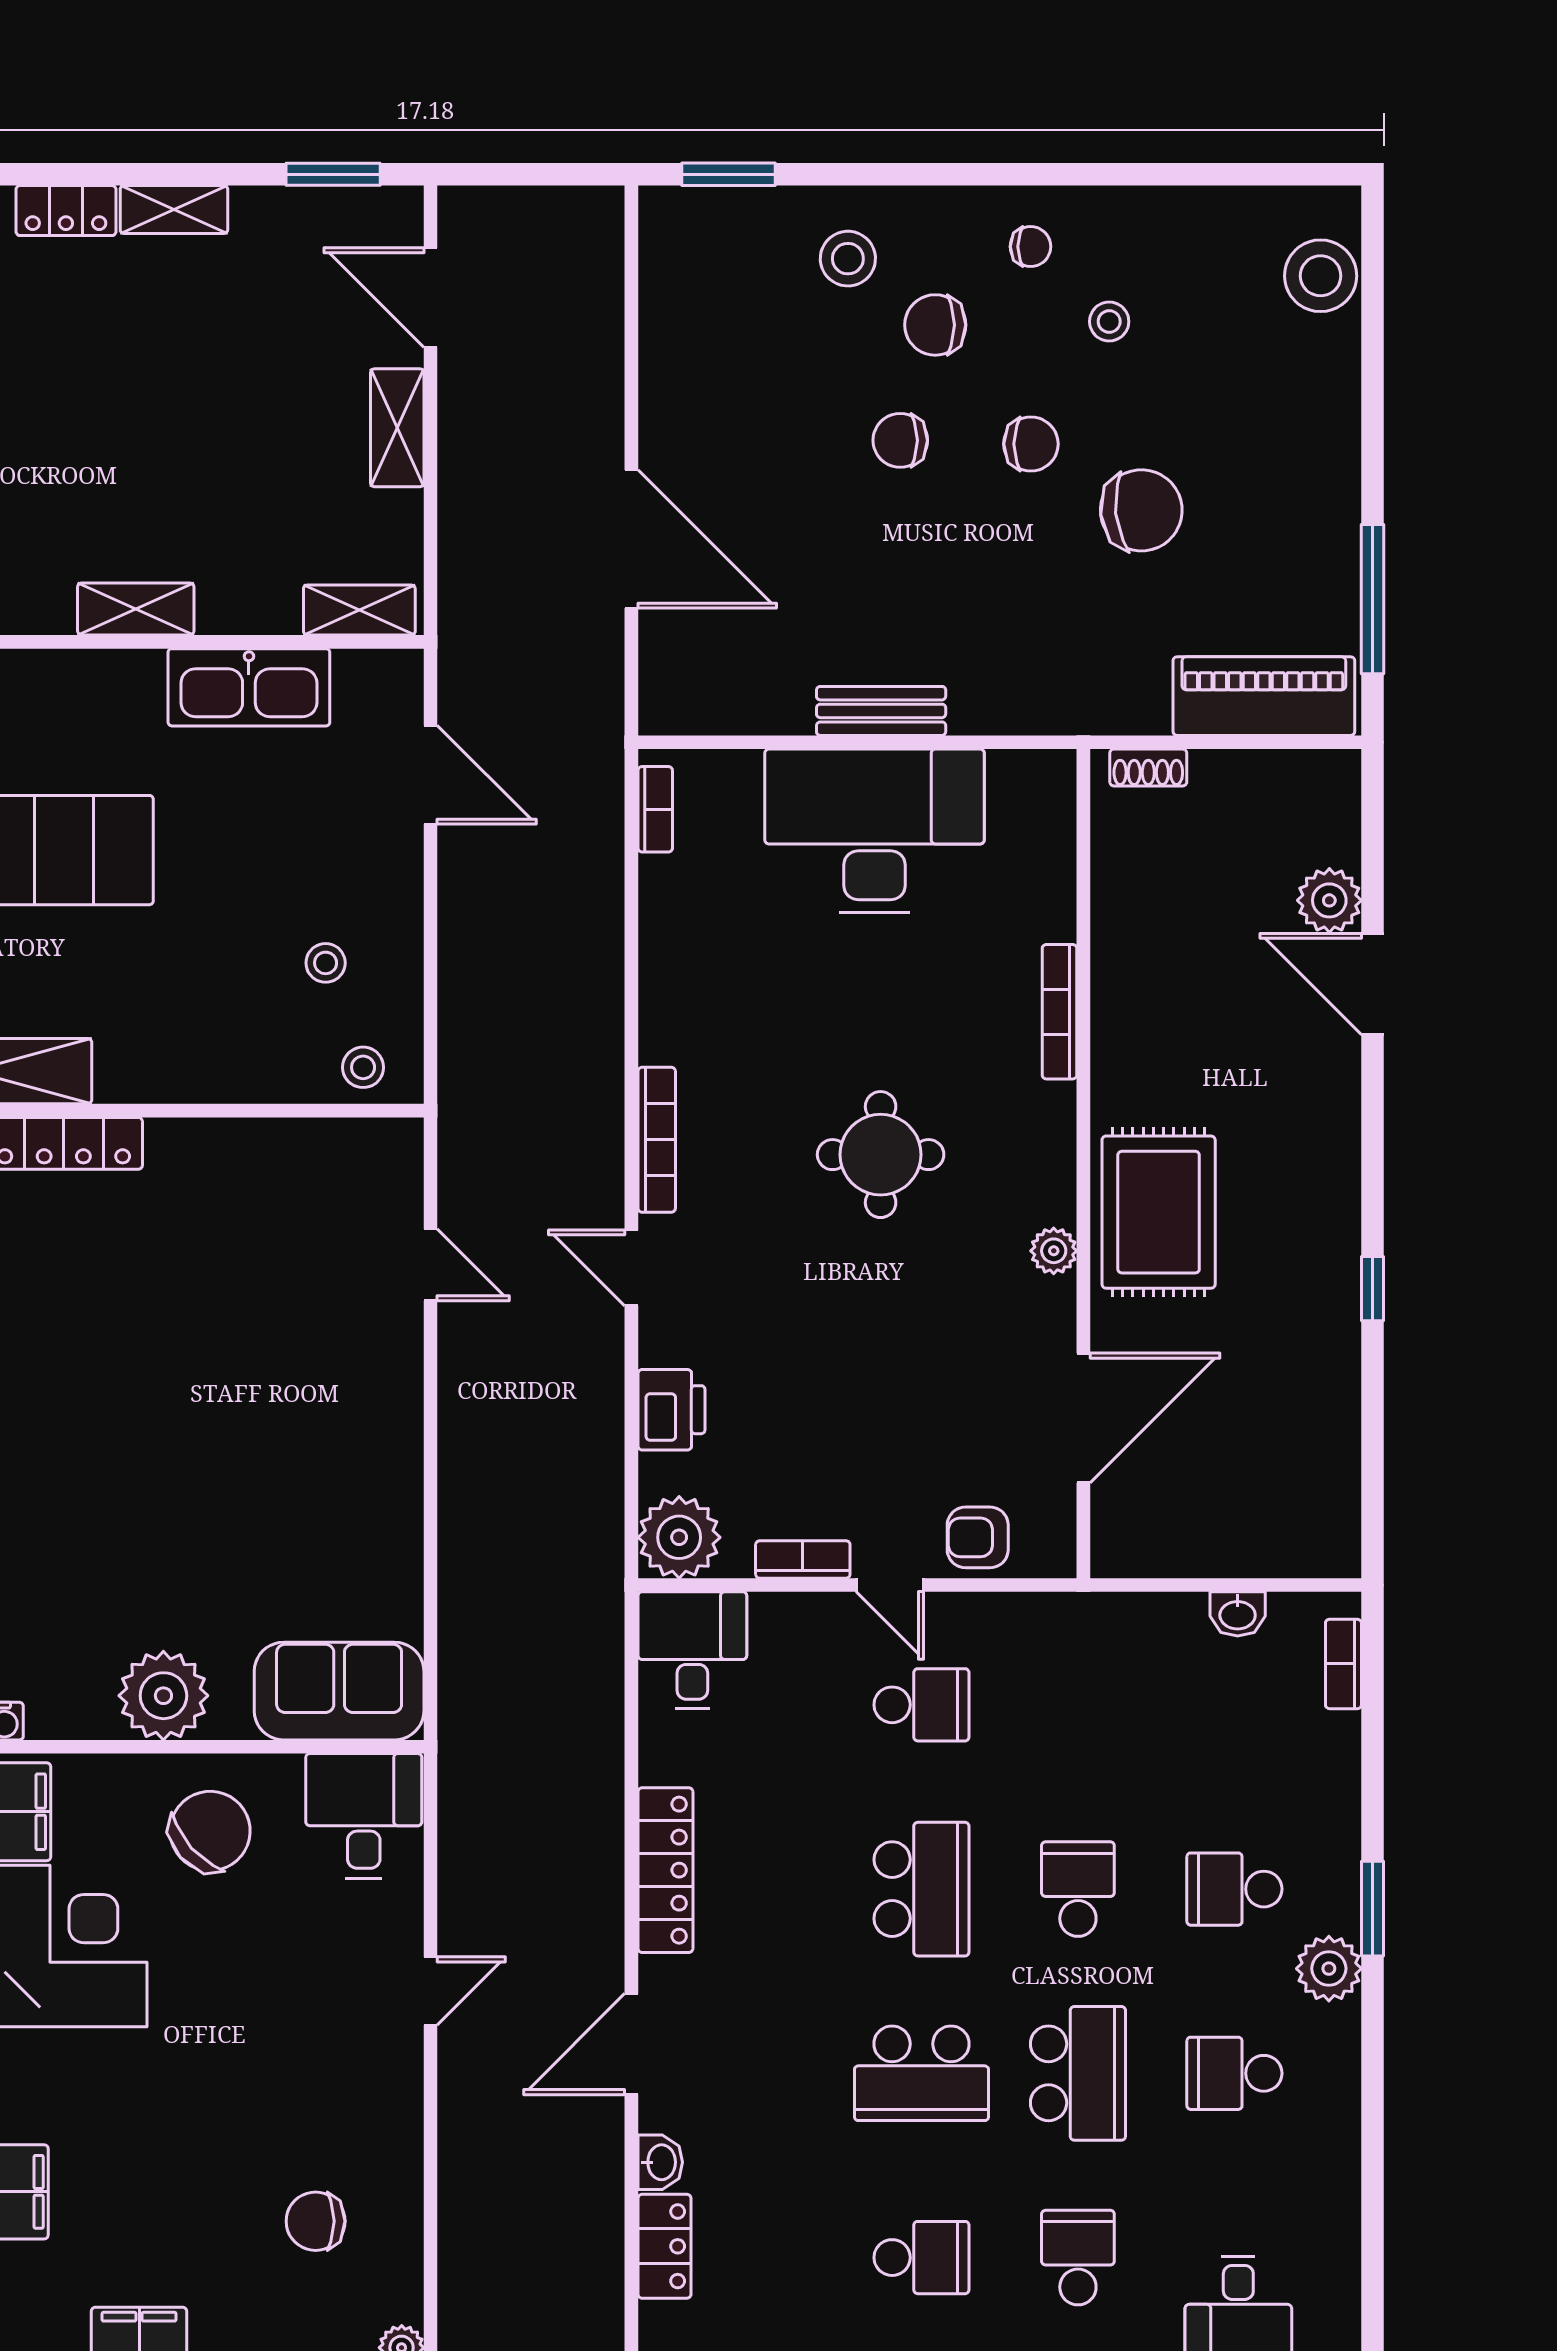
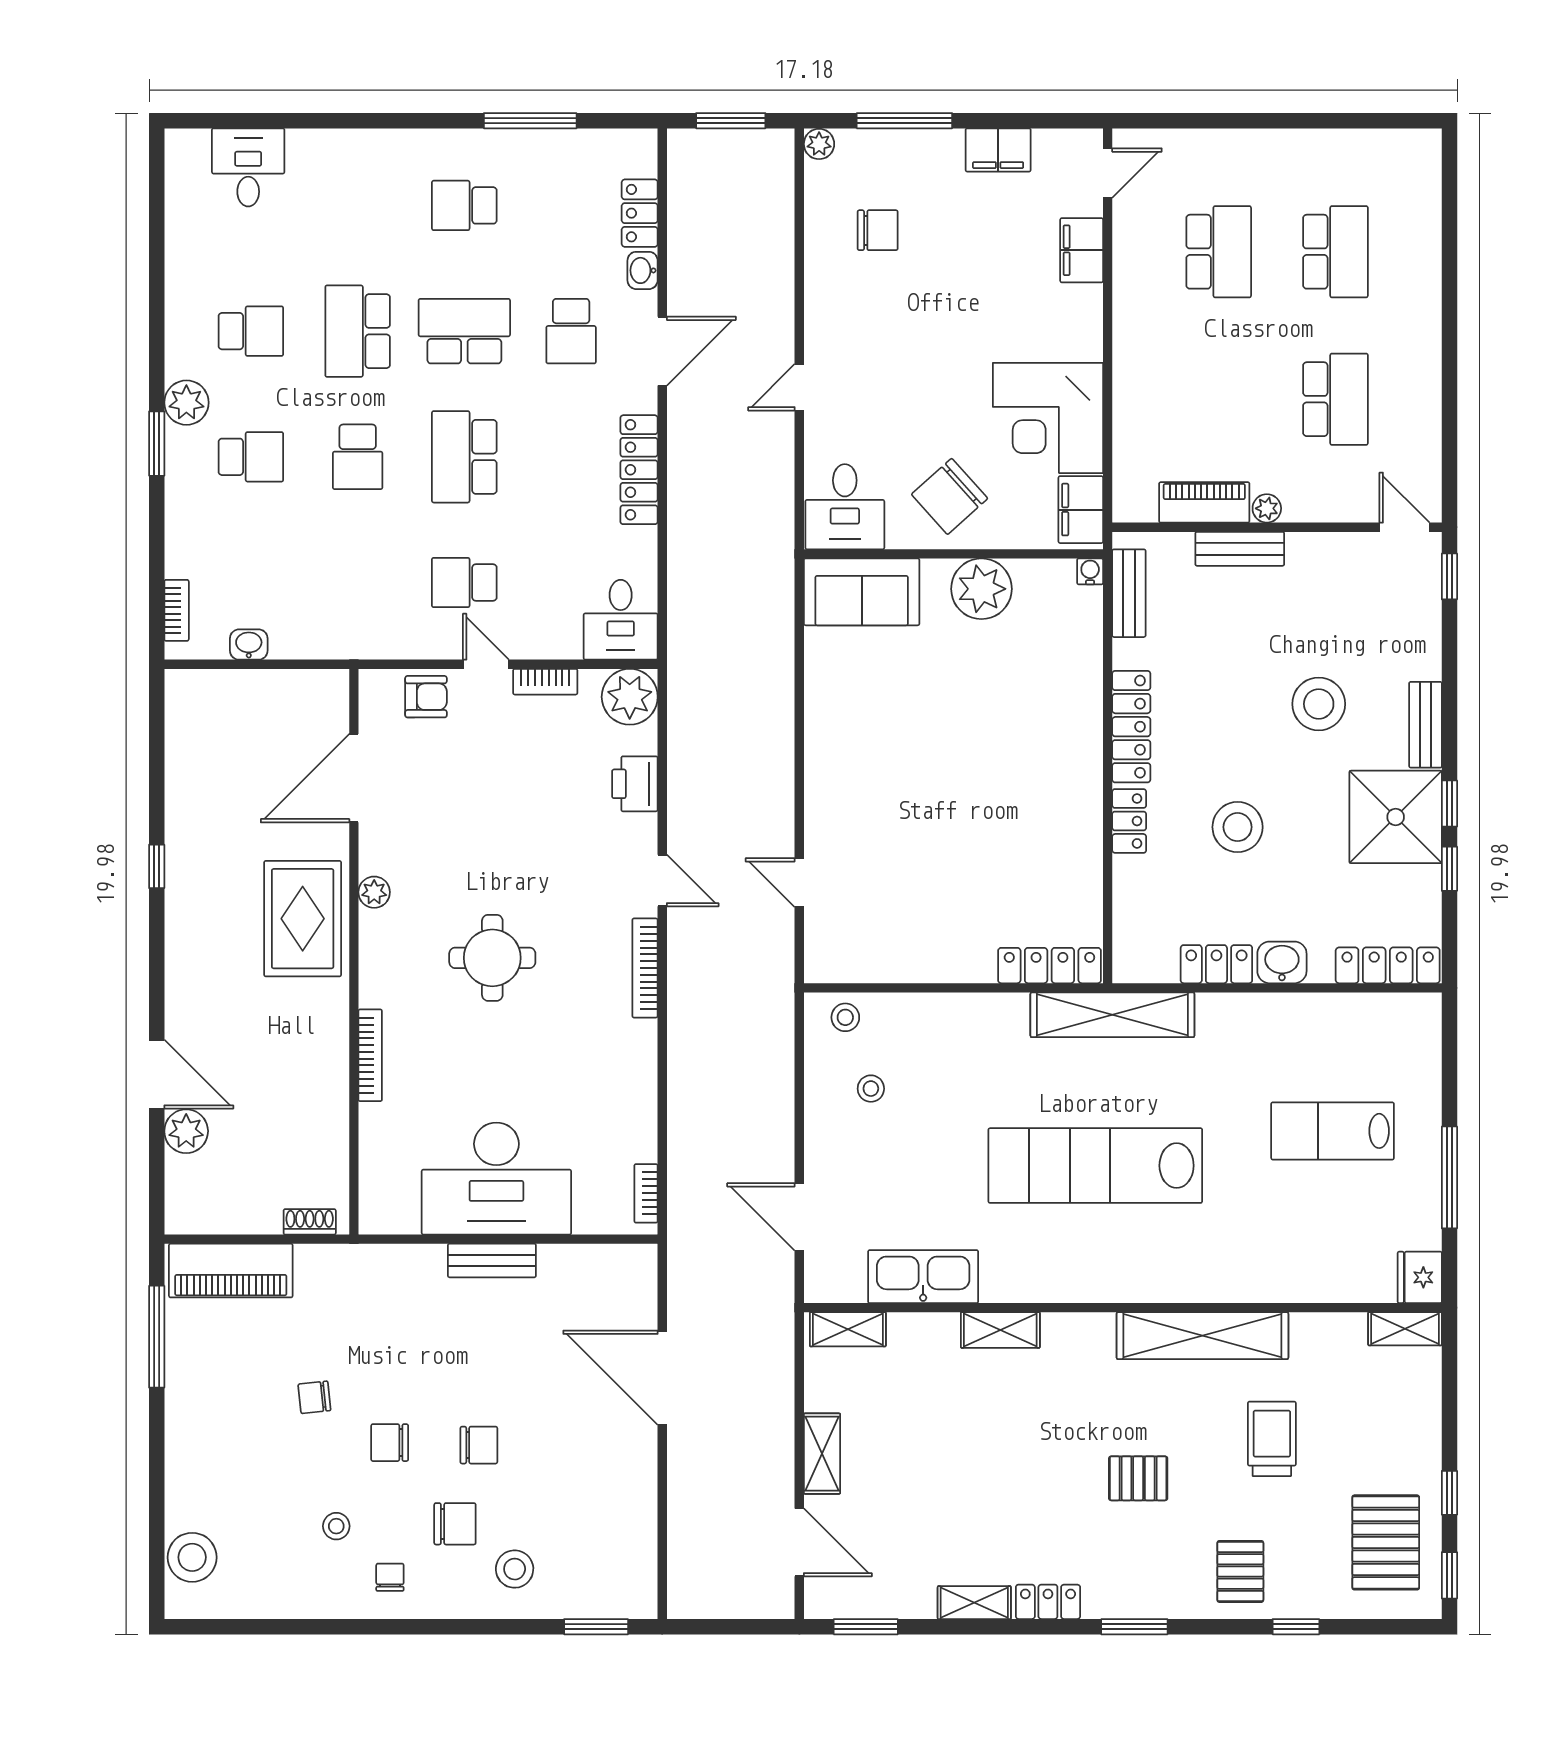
chair: (1031, 247) -> (390, 1577), turned 90
chair: (1141, 510) -> (314, 1397), width x0.54, depth x0.54
school desk: (1078, 2258) -> (571, 331), moved

